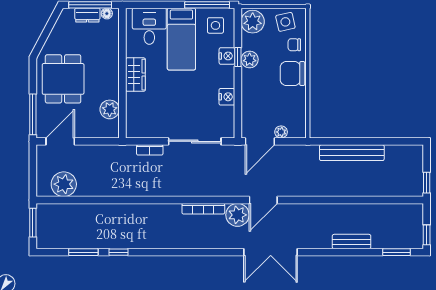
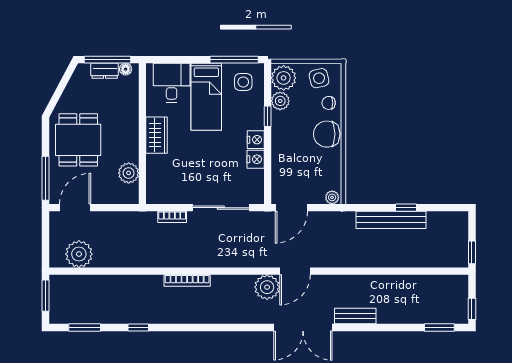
nightstand: (227, 56) -> (256, 140), moved
plant: (250, 59) -> (280, 101), moved
plant: (281, 132) -> (332, 197), moved
window: (366, 141) -> (406, 208), added
bookcase: (203, 209) -> (187, 281), moved
bench: (352, 242) -> (355, 316), moved
window: (83, 252) -> (85, 327), moved

